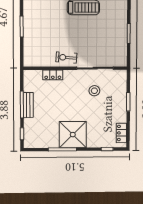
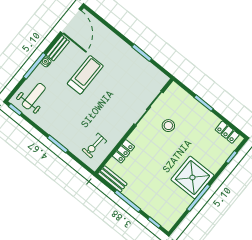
exercise bike: (66, 58) -> (94, 146), moved
bench: (28, 105) -> (112, 179), moved

